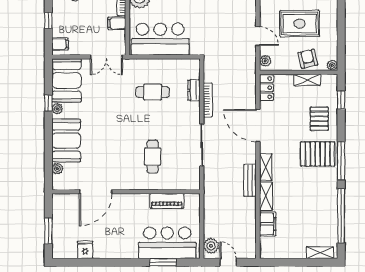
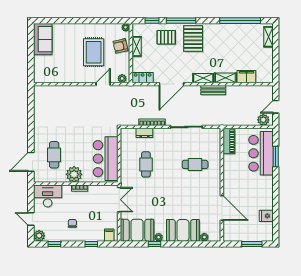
filing cabinet: (117, 23) -> (94, 192), removed
window: (341, 161) -> (181, 21), moved
piano: (167, 201) -> (229, 141), moved

